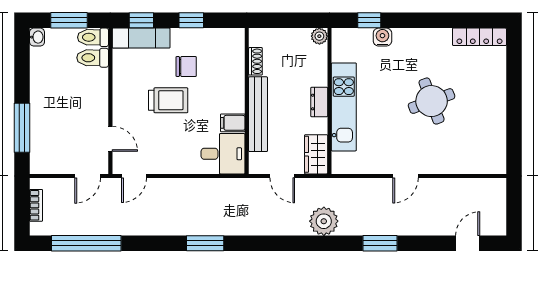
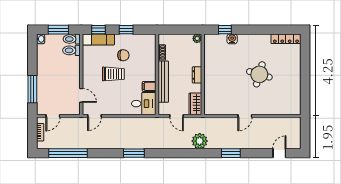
round table: (432, 101) -> (259, 74), turned 36
kitchen unit: (344, 107) -> (211, 78), removed
door: (88, 176) -> (53, 116), moved

